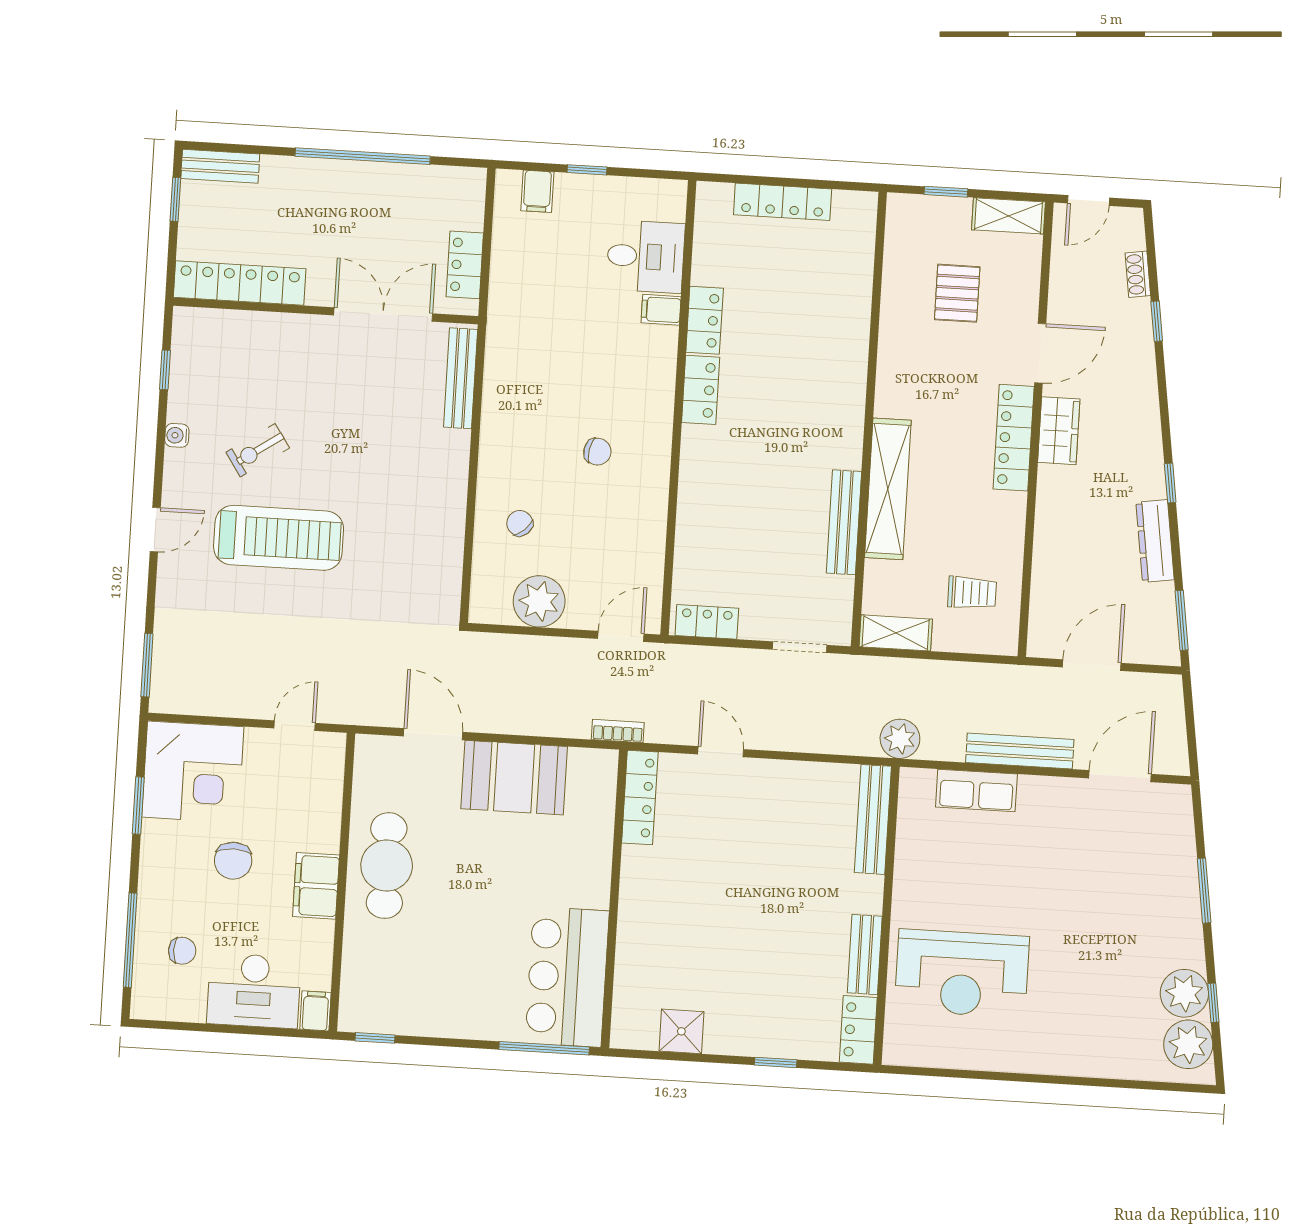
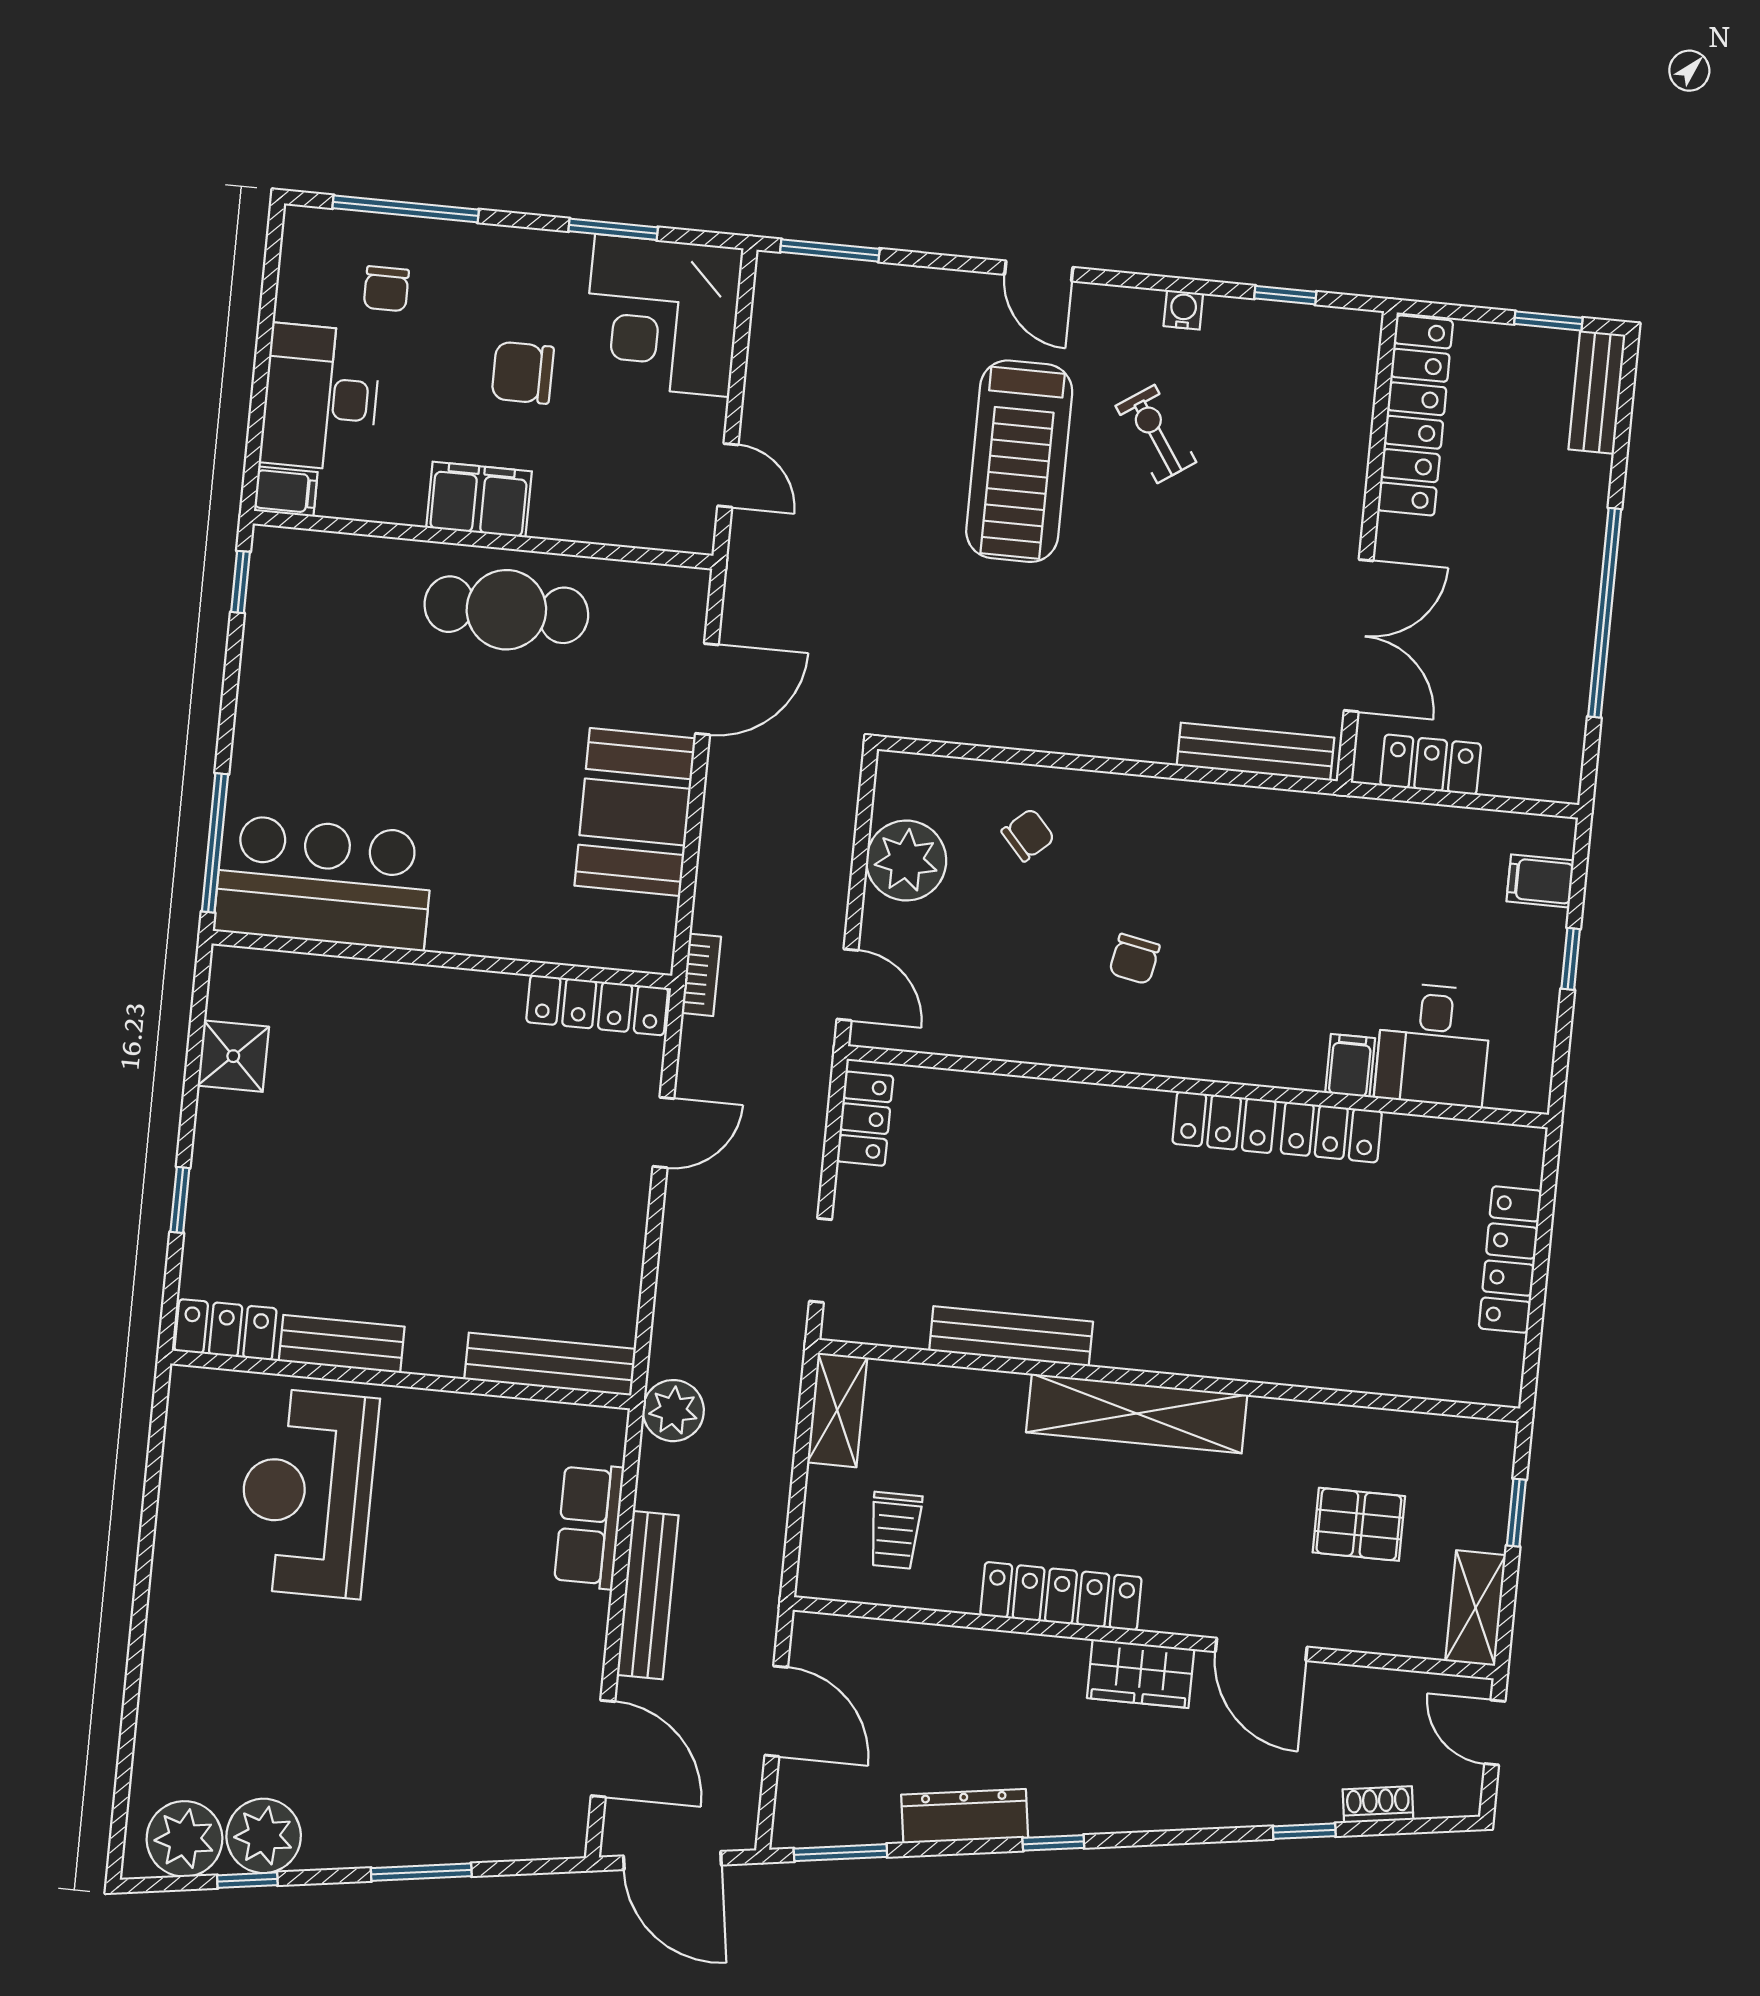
locker: (1014, 438) -> (1061, 1596), moved
shelving: (888, 489) -> (1137, 1414), moved
door: (1191, 729) -> (672, 1860), added

